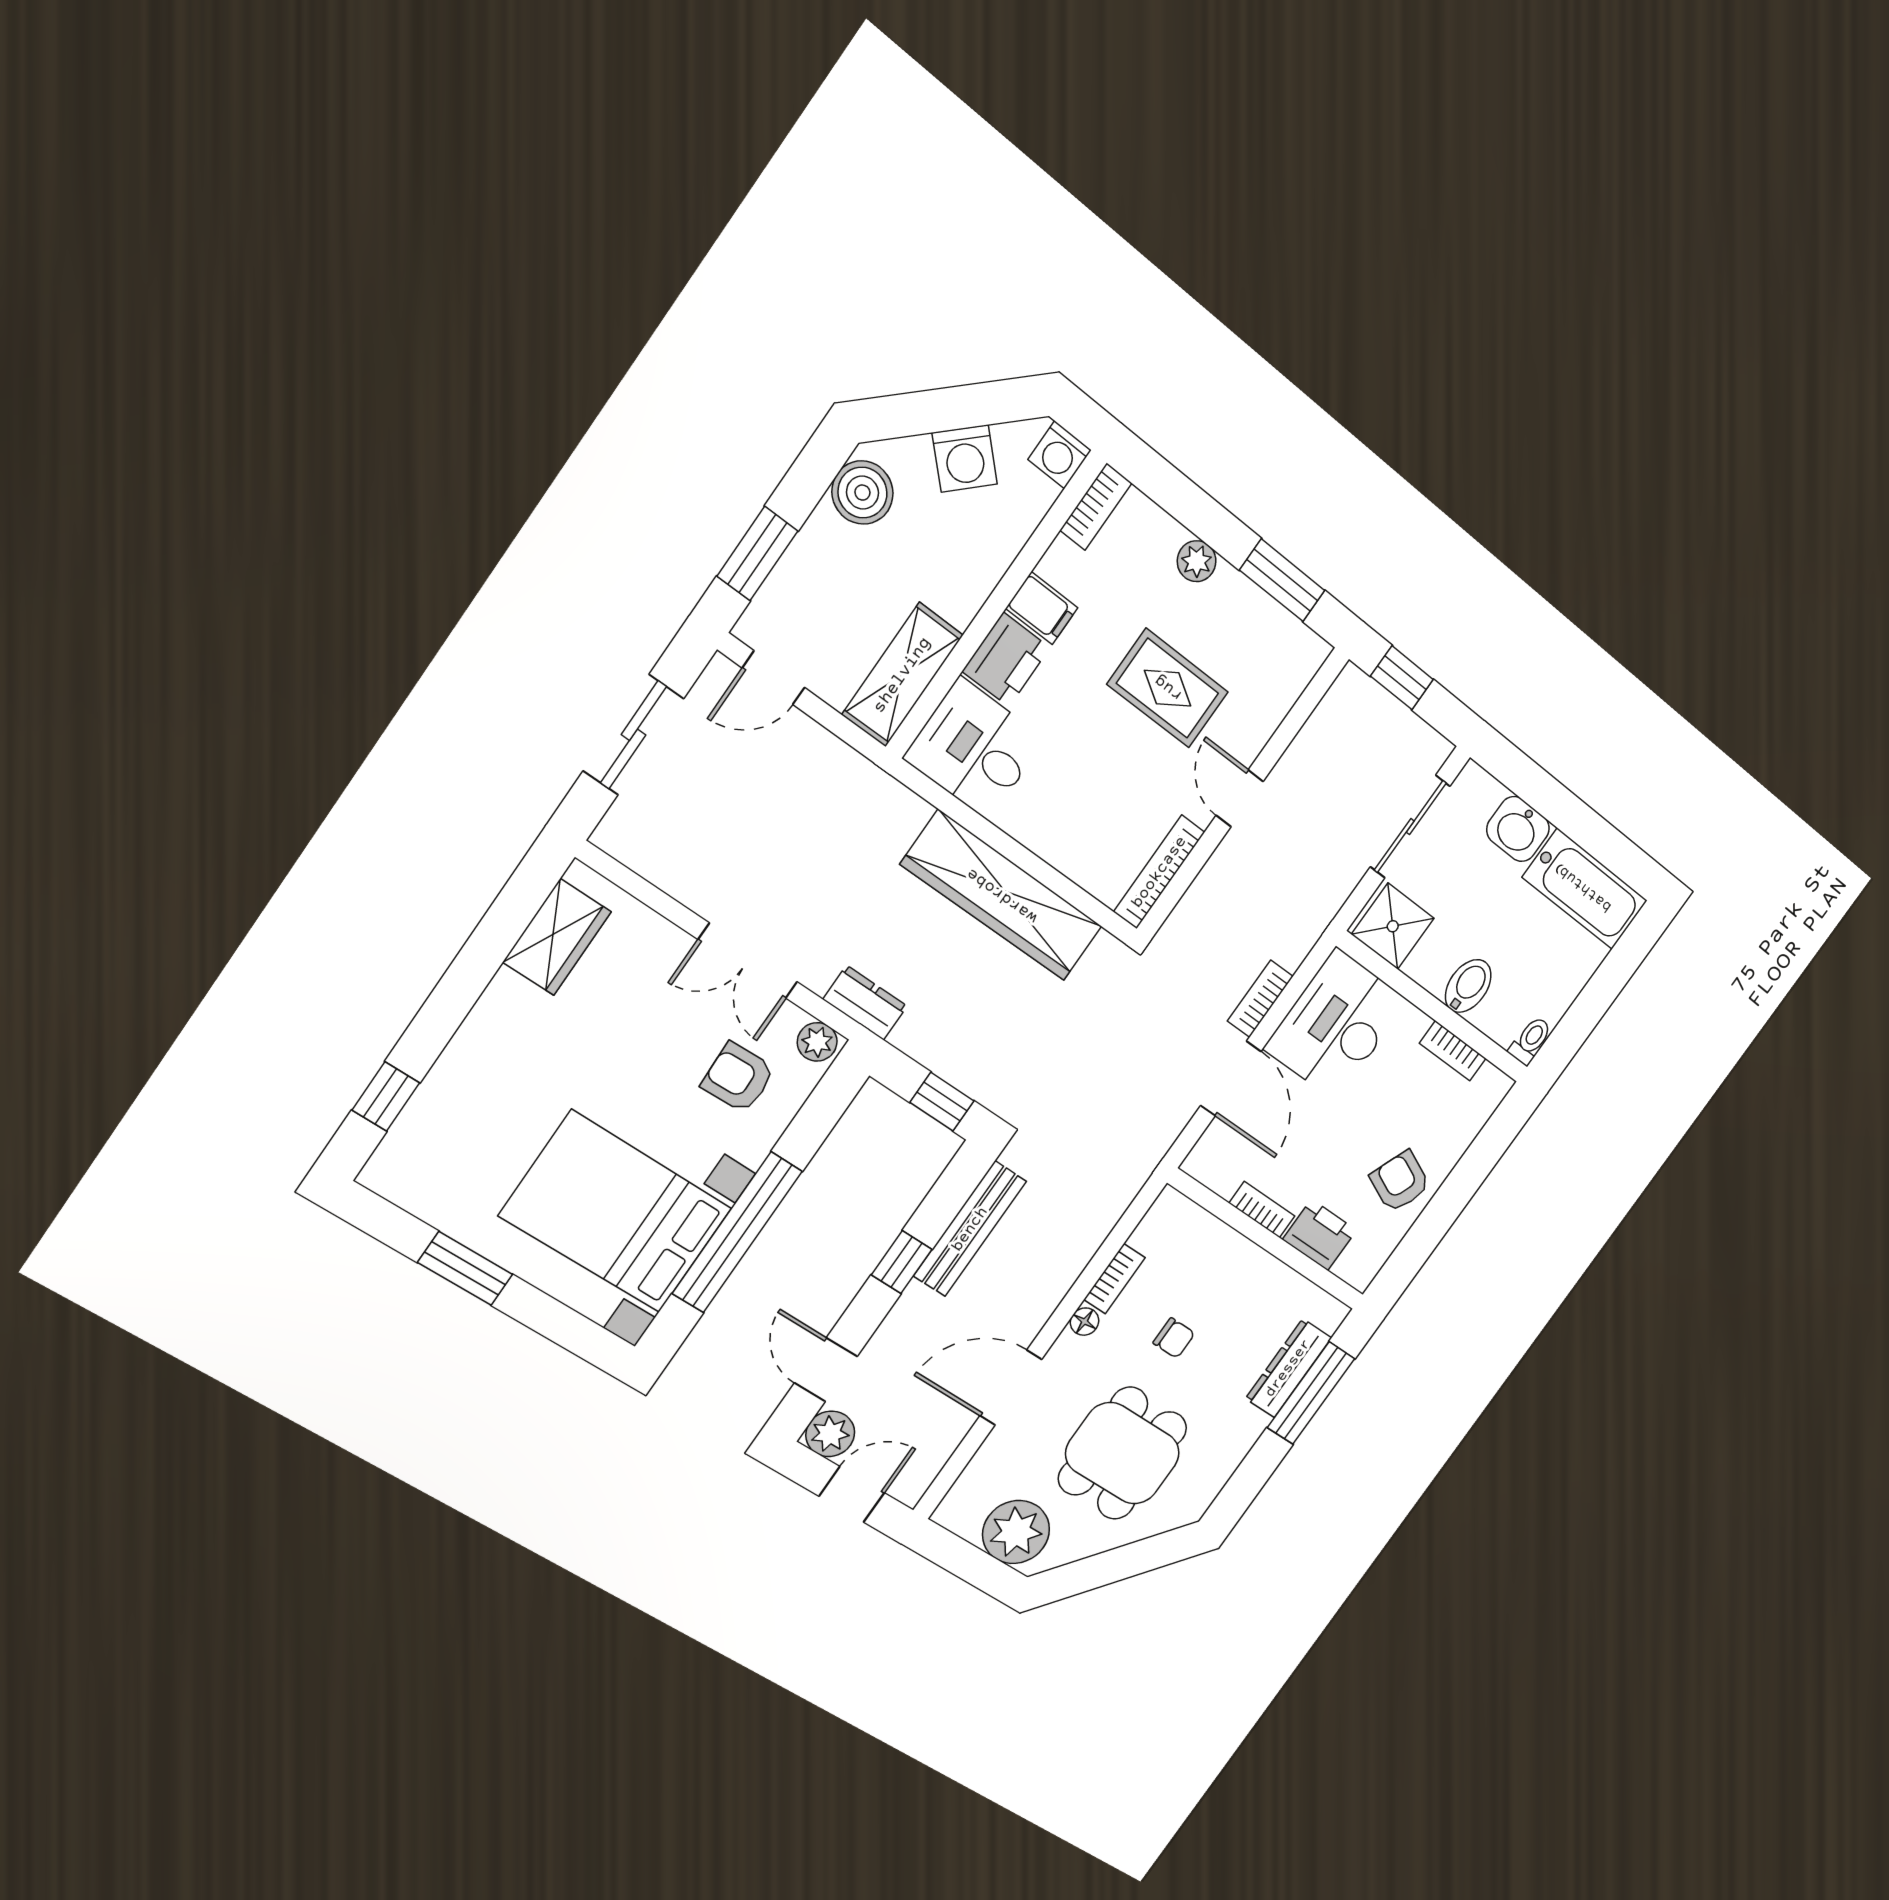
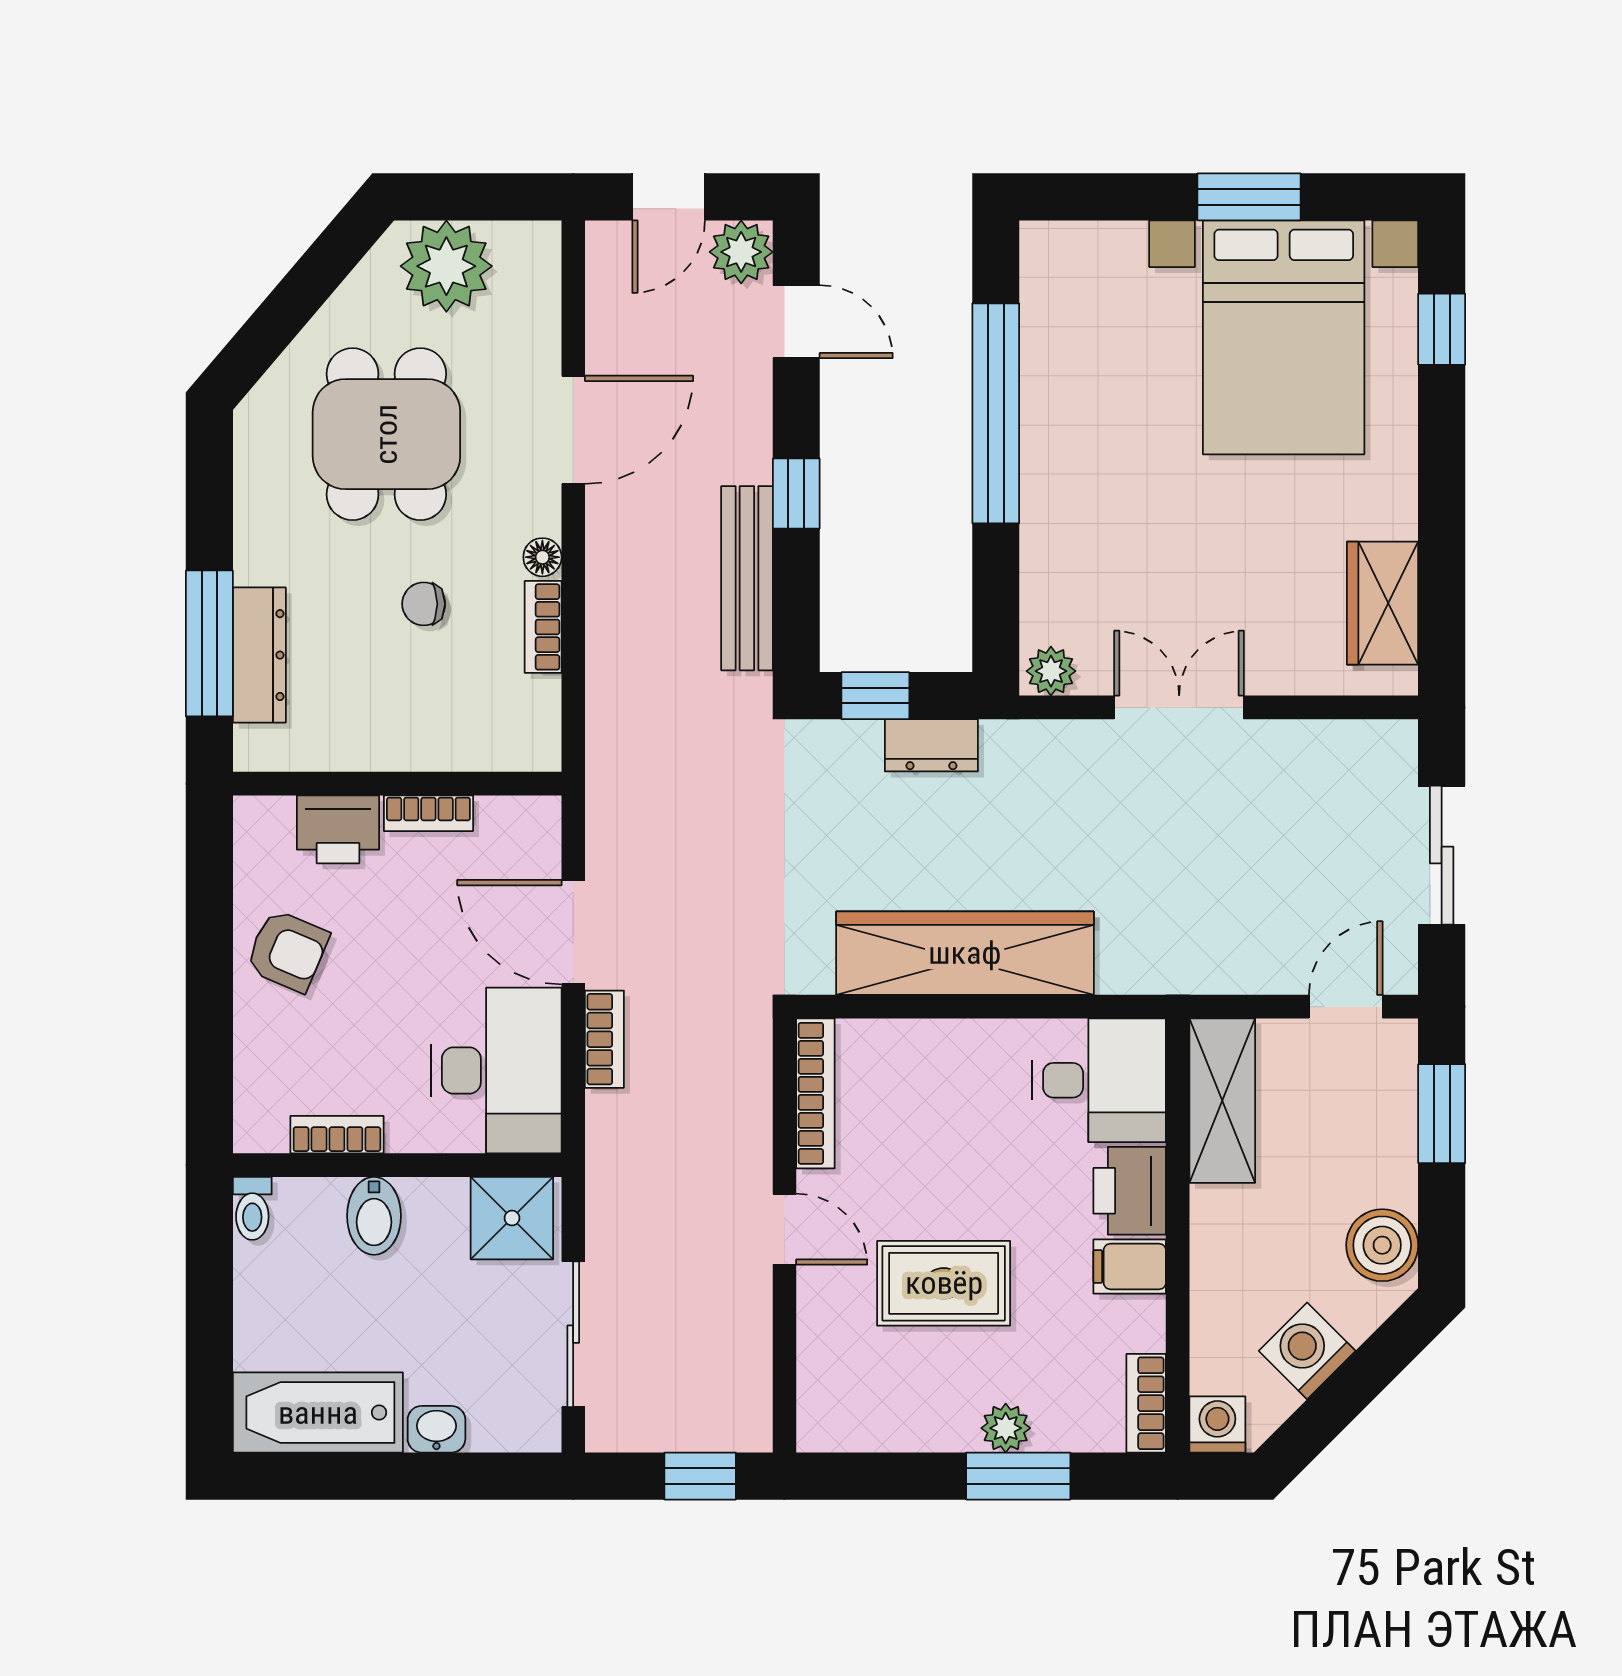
window: (1282, 580) -> (1018, 1476), moved
washbasin: (1518, 829) -> (436, 1429), width x0.72, depth x0.69
dresser: (865, 1003) -> (931, 745), moved
armchair: (738, 1078) -> (1107, 579), removed
bed with nightstands: (616, 1212) -> (1284, 337), moved, turned 90

